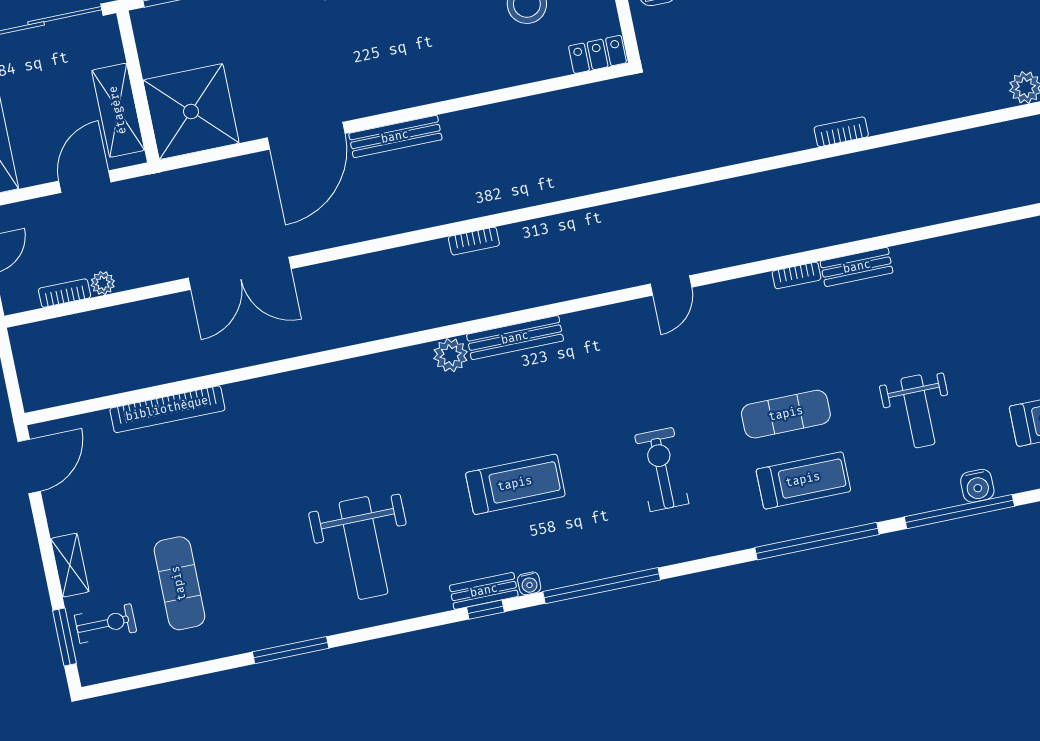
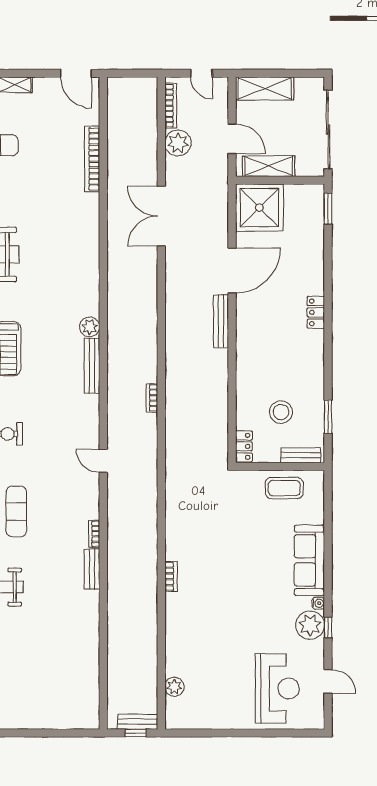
door: (306, 136) -> (232, 270), swing flipped
bookcase: (474, 241) -> (152, 398), moved
plant: (103, 283) -> (178, 143), width x1.87, depth x1.87
bookcase: (65, 293) -> (171, 106), width x1.56

